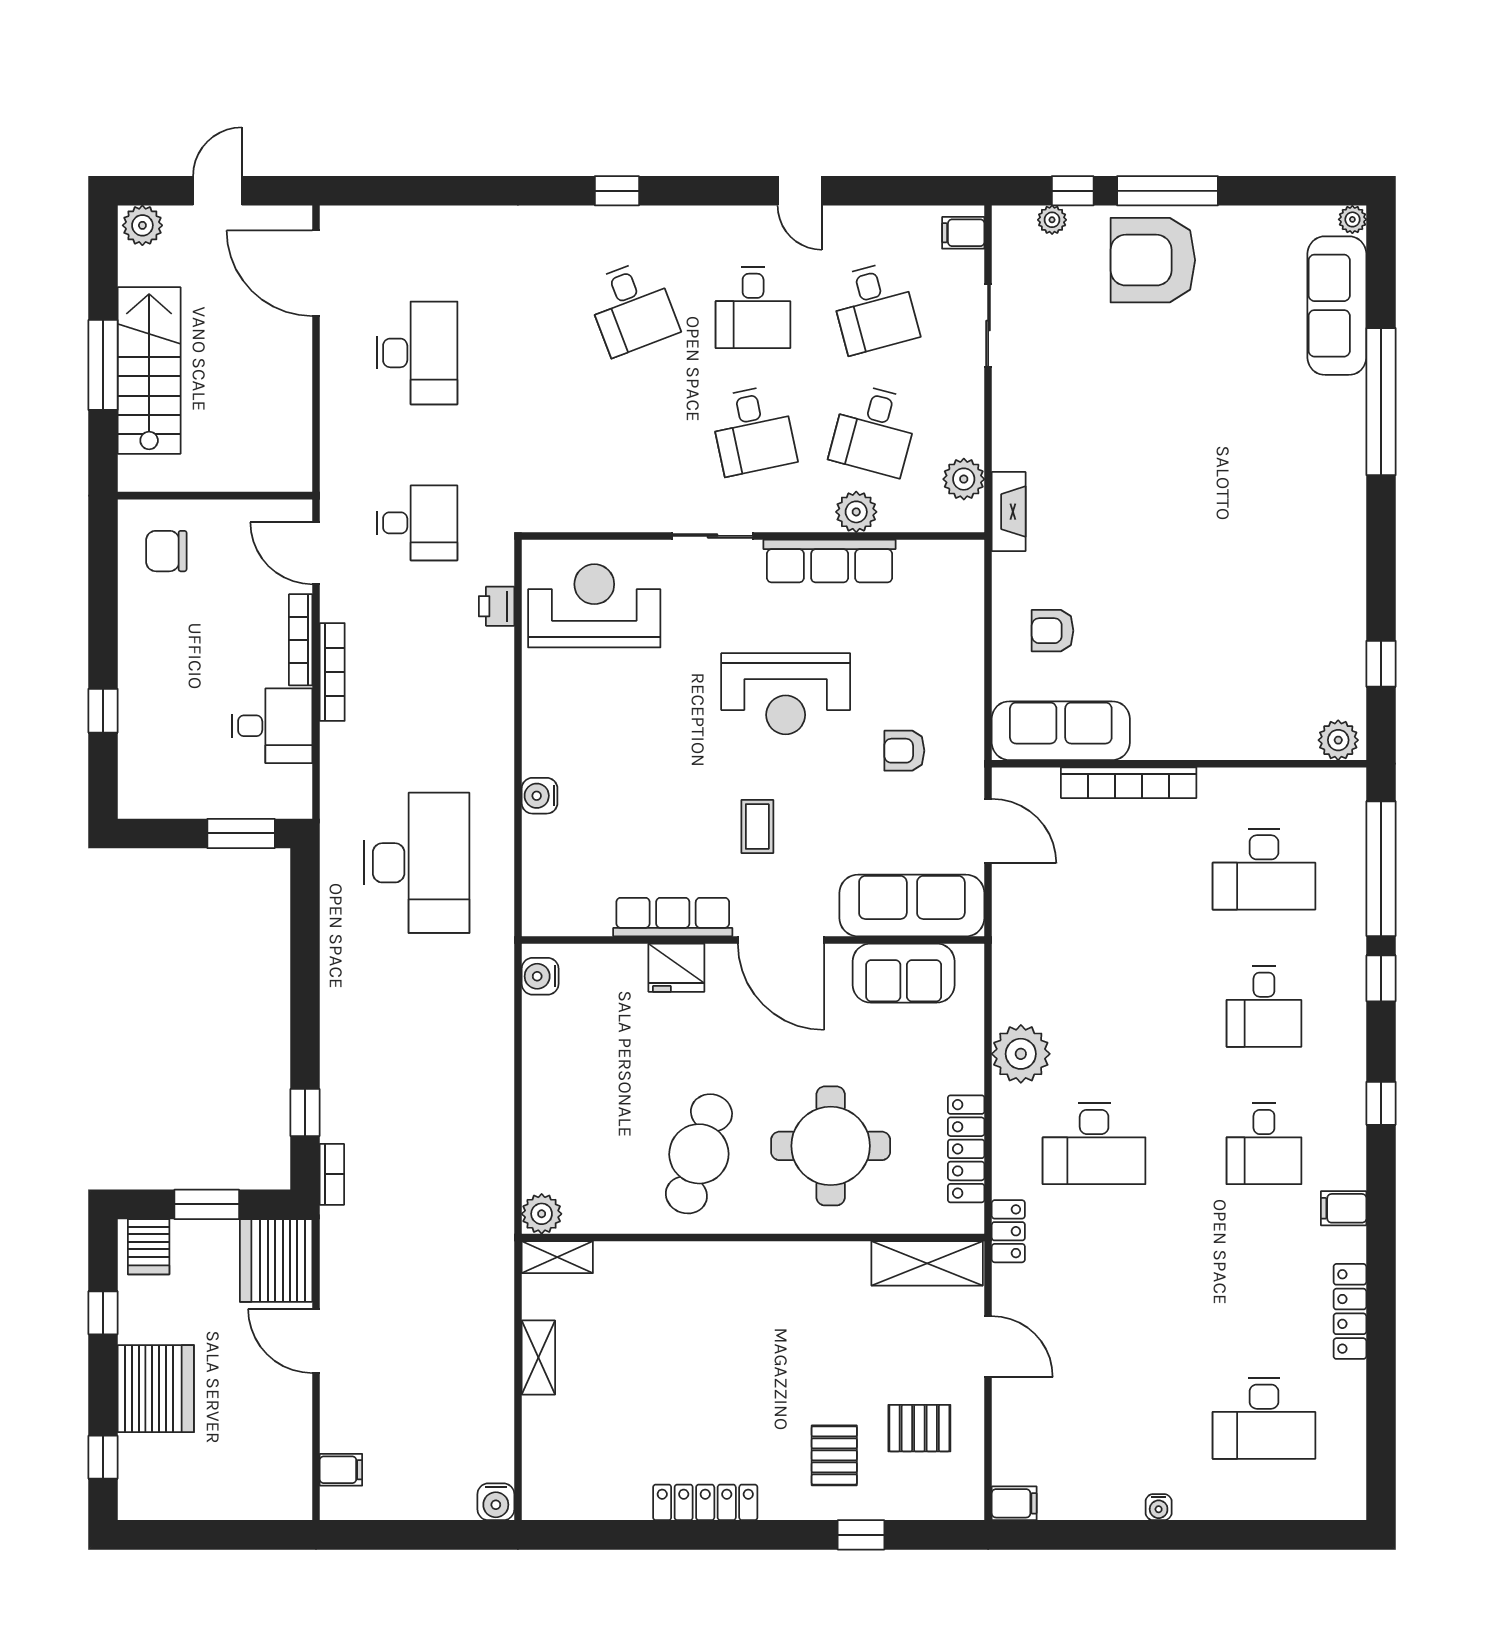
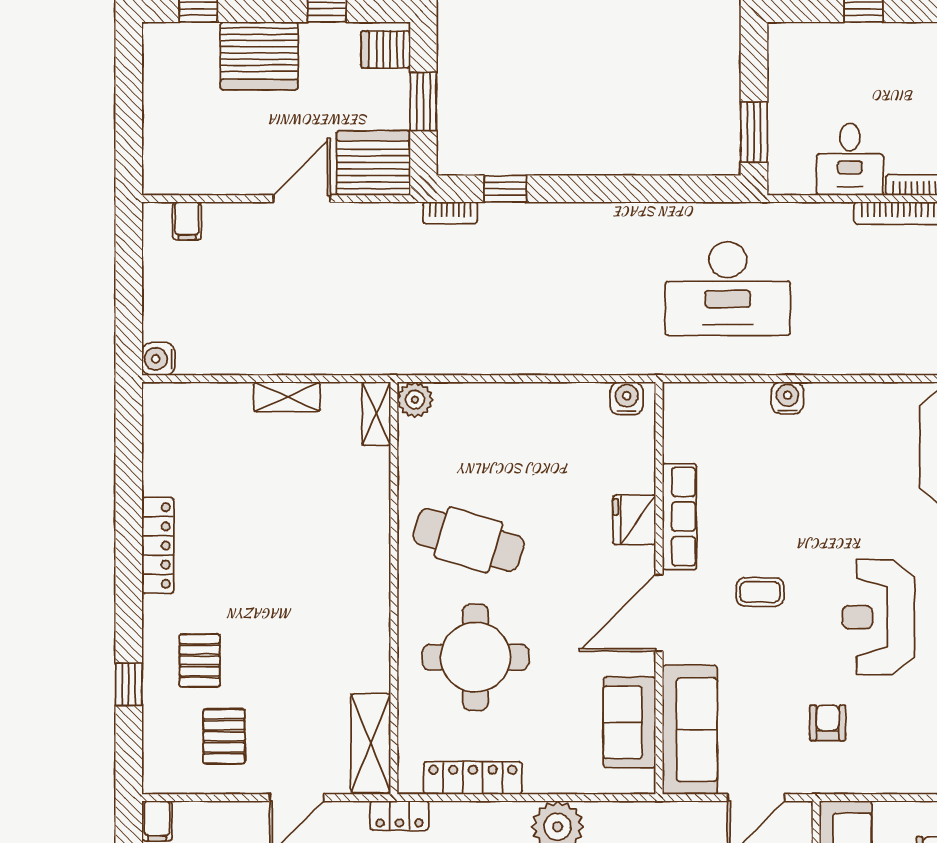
pallet: (834, 1455) -> (200, 660), turned 90

